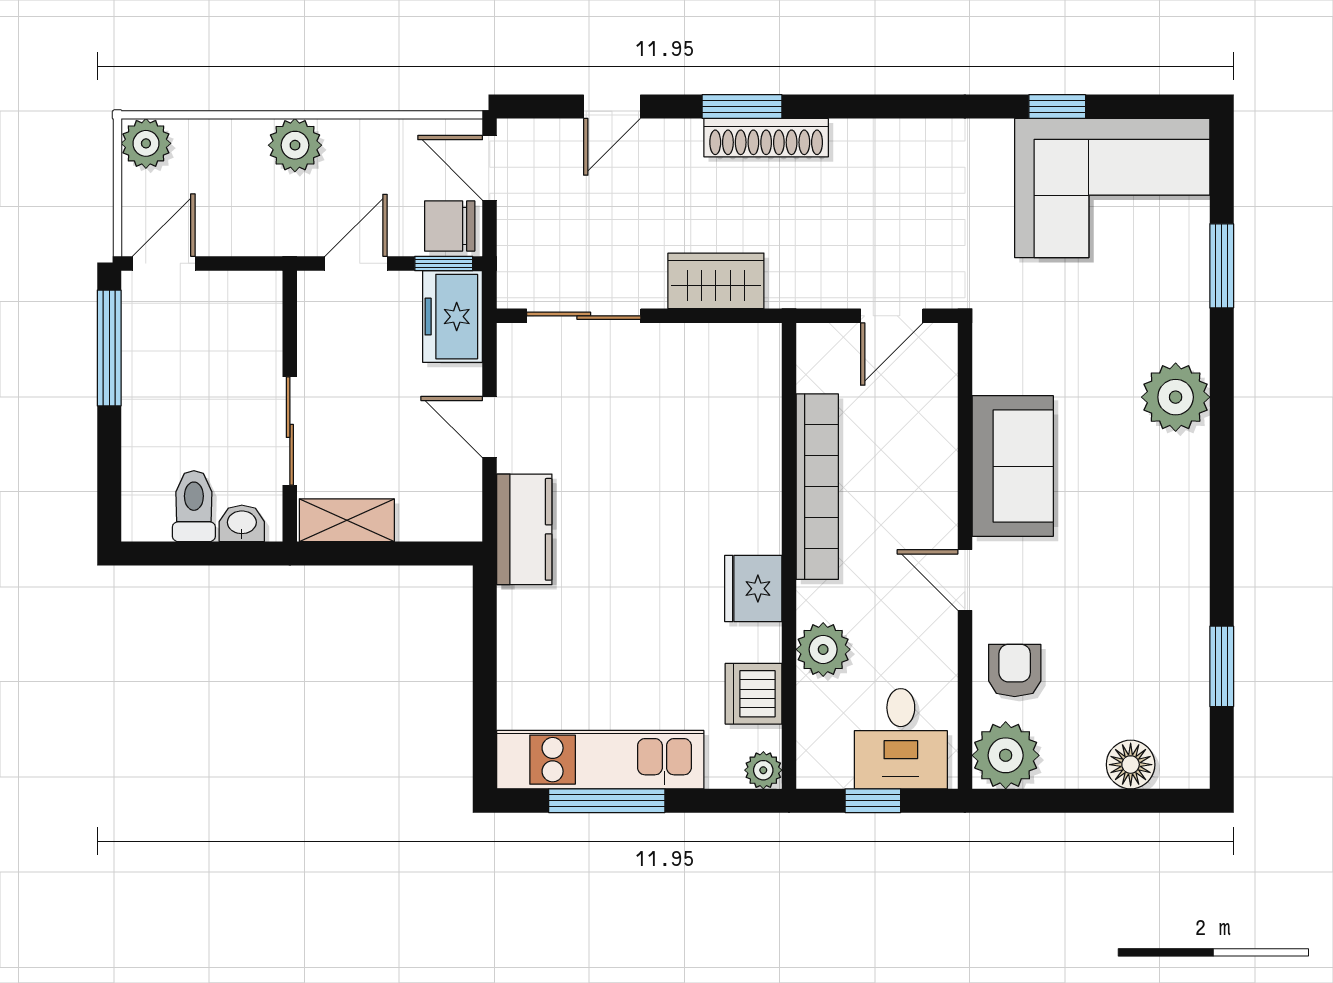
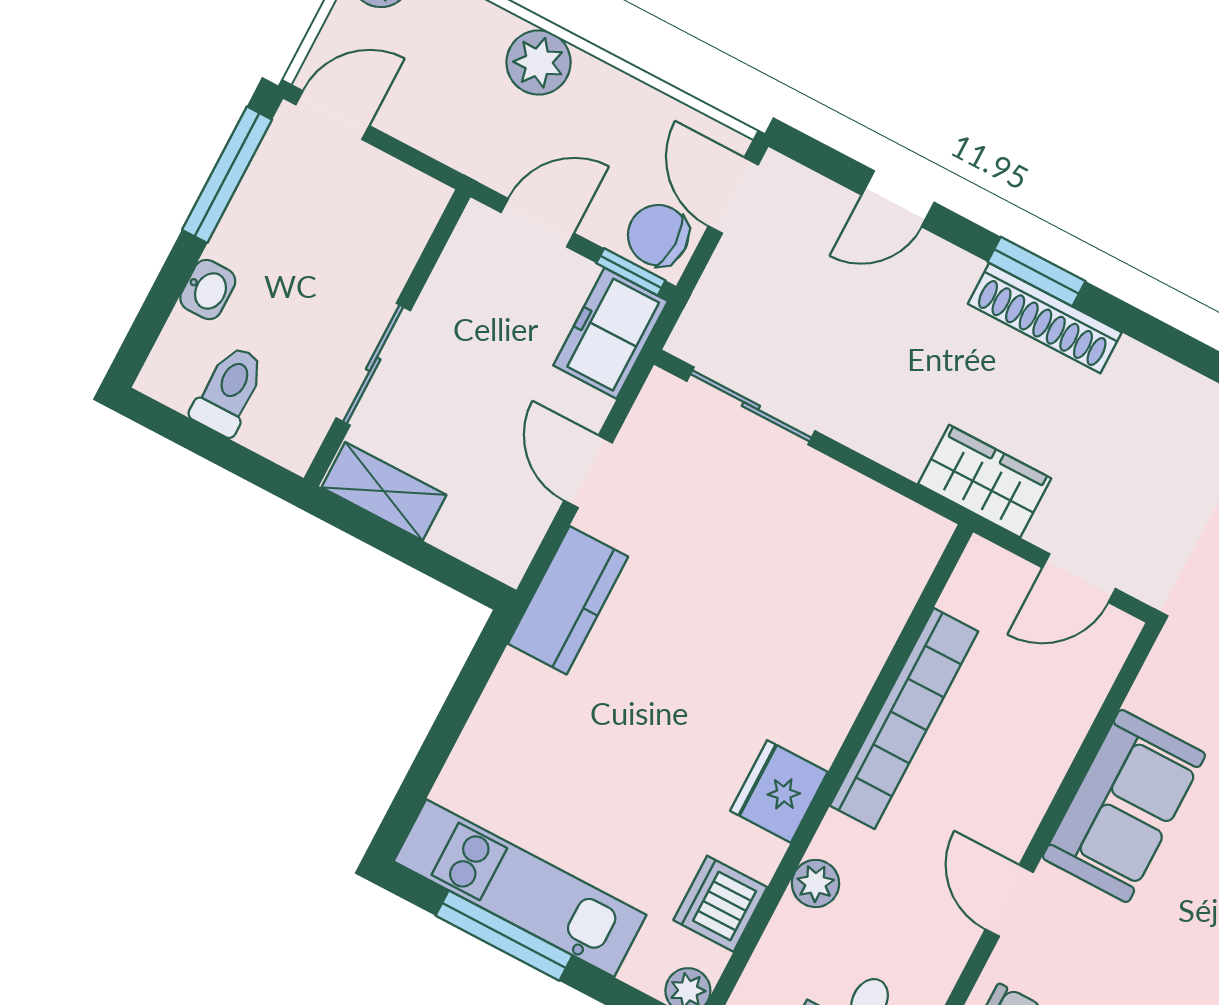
wardrobe: (716, 281) -> (985, 481), moved
washbasin: (242, 523) -> (208, 290), moved, turned 90
plant: (823, 649) -> (816, 883), width x0.73, depth x0.73

